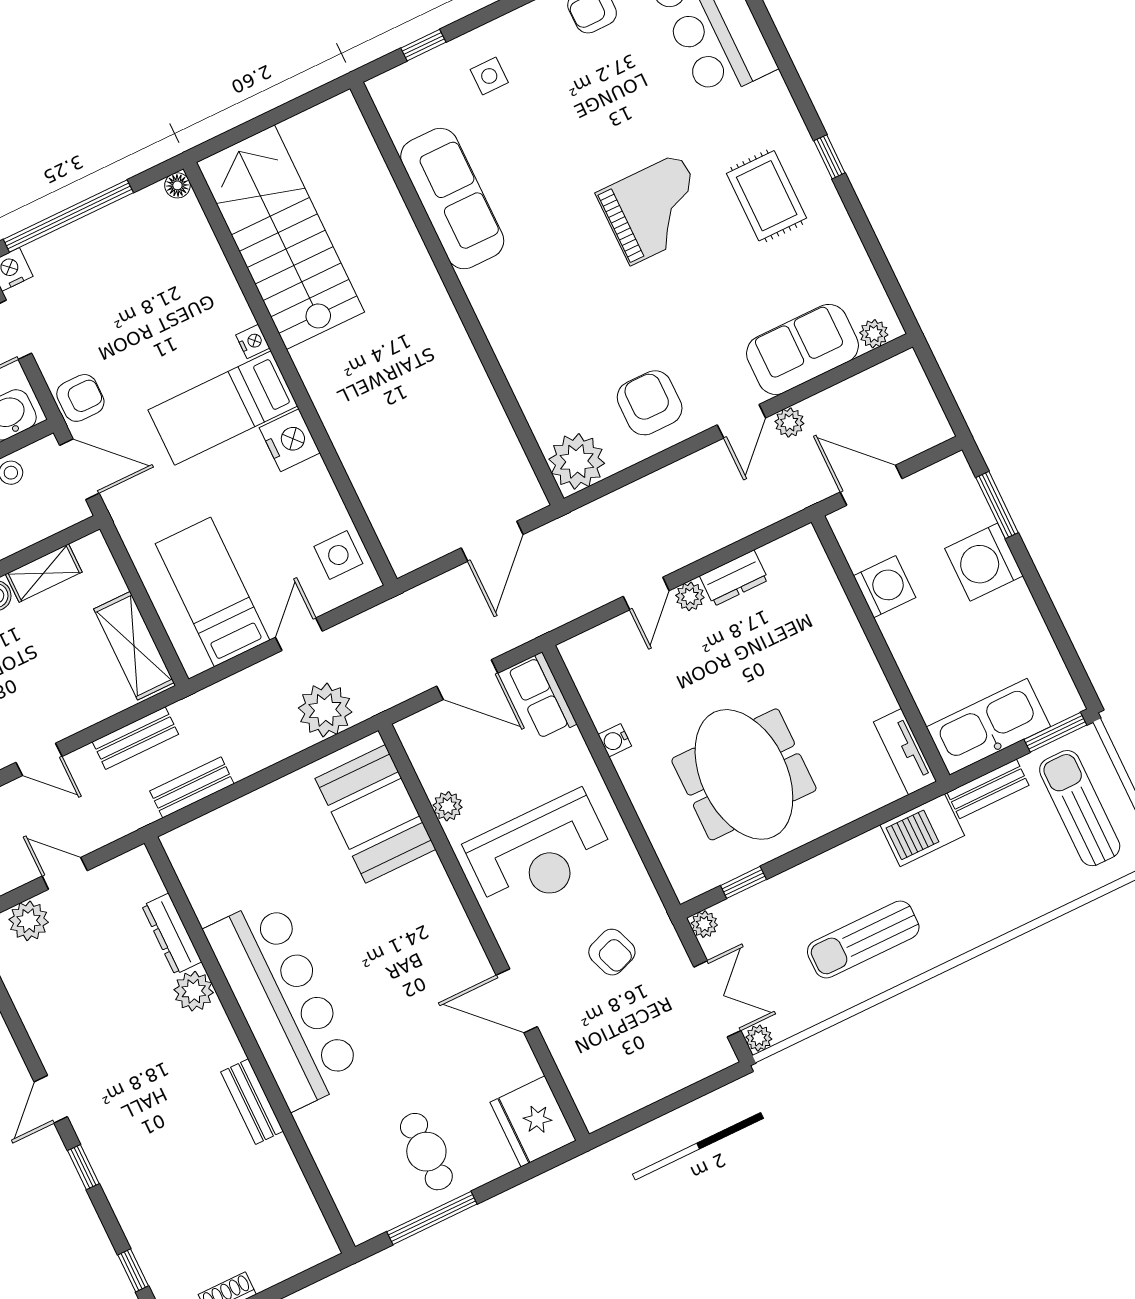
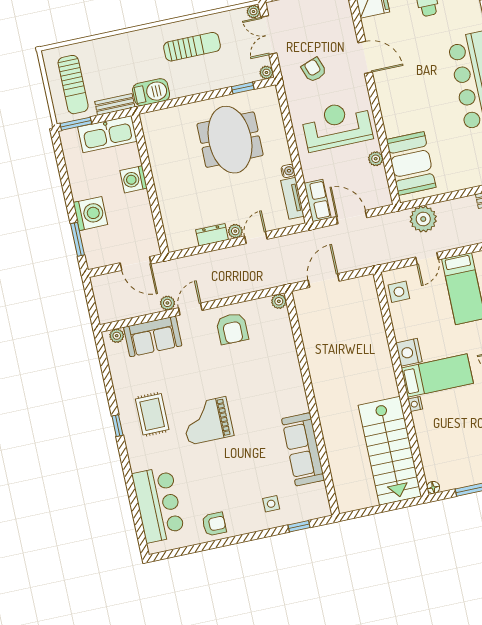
plant: (577, 461) -> (279, 301), width x0.53, depth x0.53
washing machine: (885, 587) -> (134, 179), moved
tv unit: (905, 752) -> (292, 198), moved, turned 180

